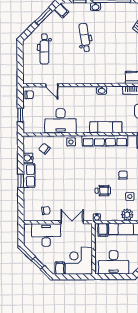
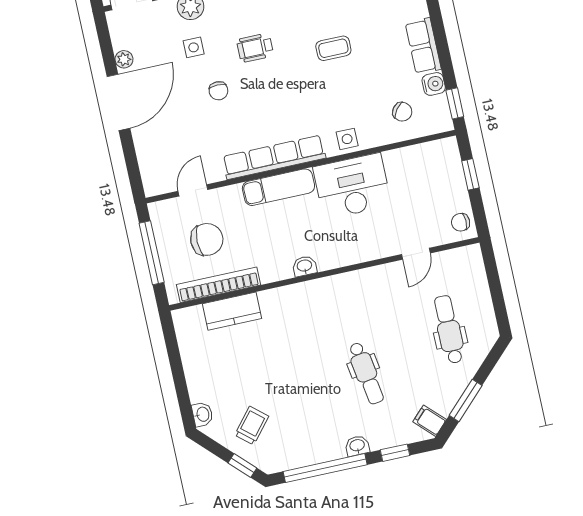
door: (52, 85) -> (416, 254), swing flipped
desk: (61, 121) -> (352, 186), moved
window: (21, 181) -> (455, 103), moved
coffee table: (69, 183) -> (333, 48), added

